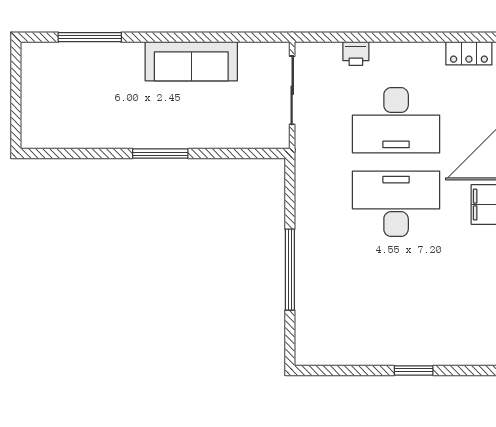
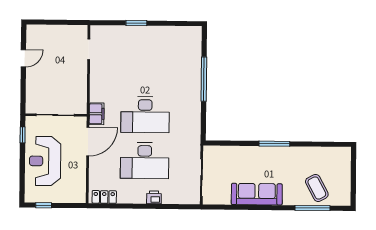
printer: (356, 53) -> (154, 197), moved
coffee table: (82, 74) -> (317, 188), added
desk: (396, 120) -> (145, 161), turned 180

